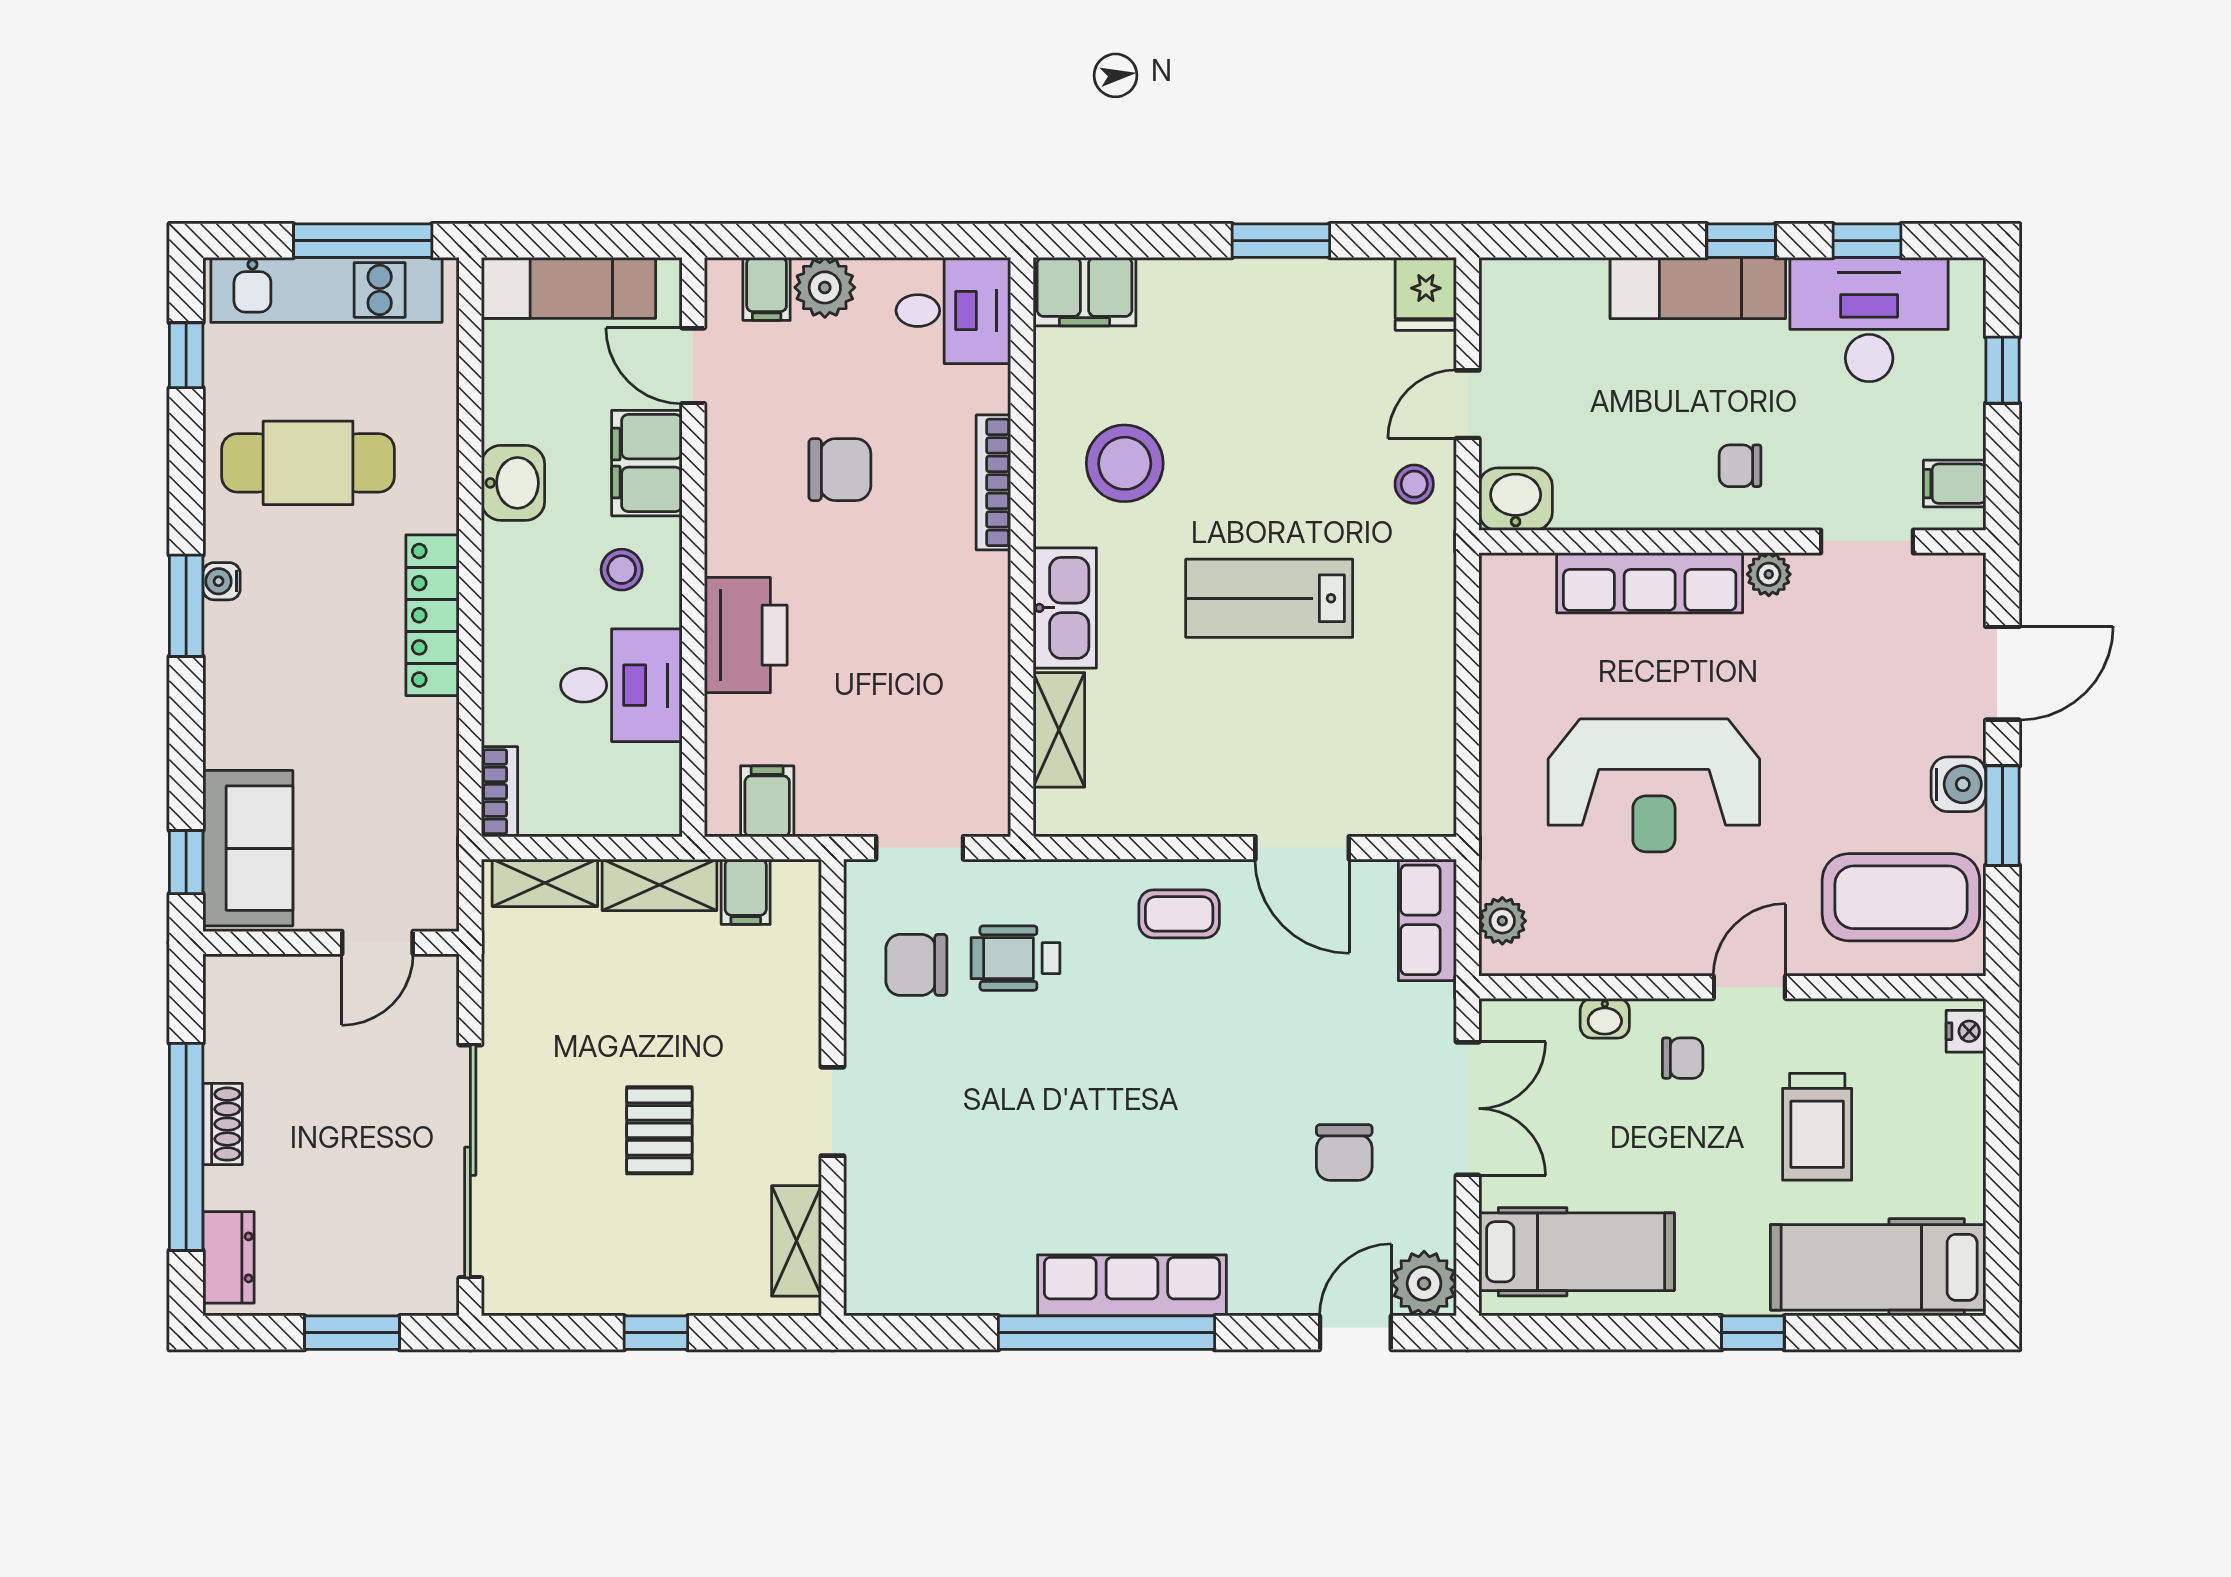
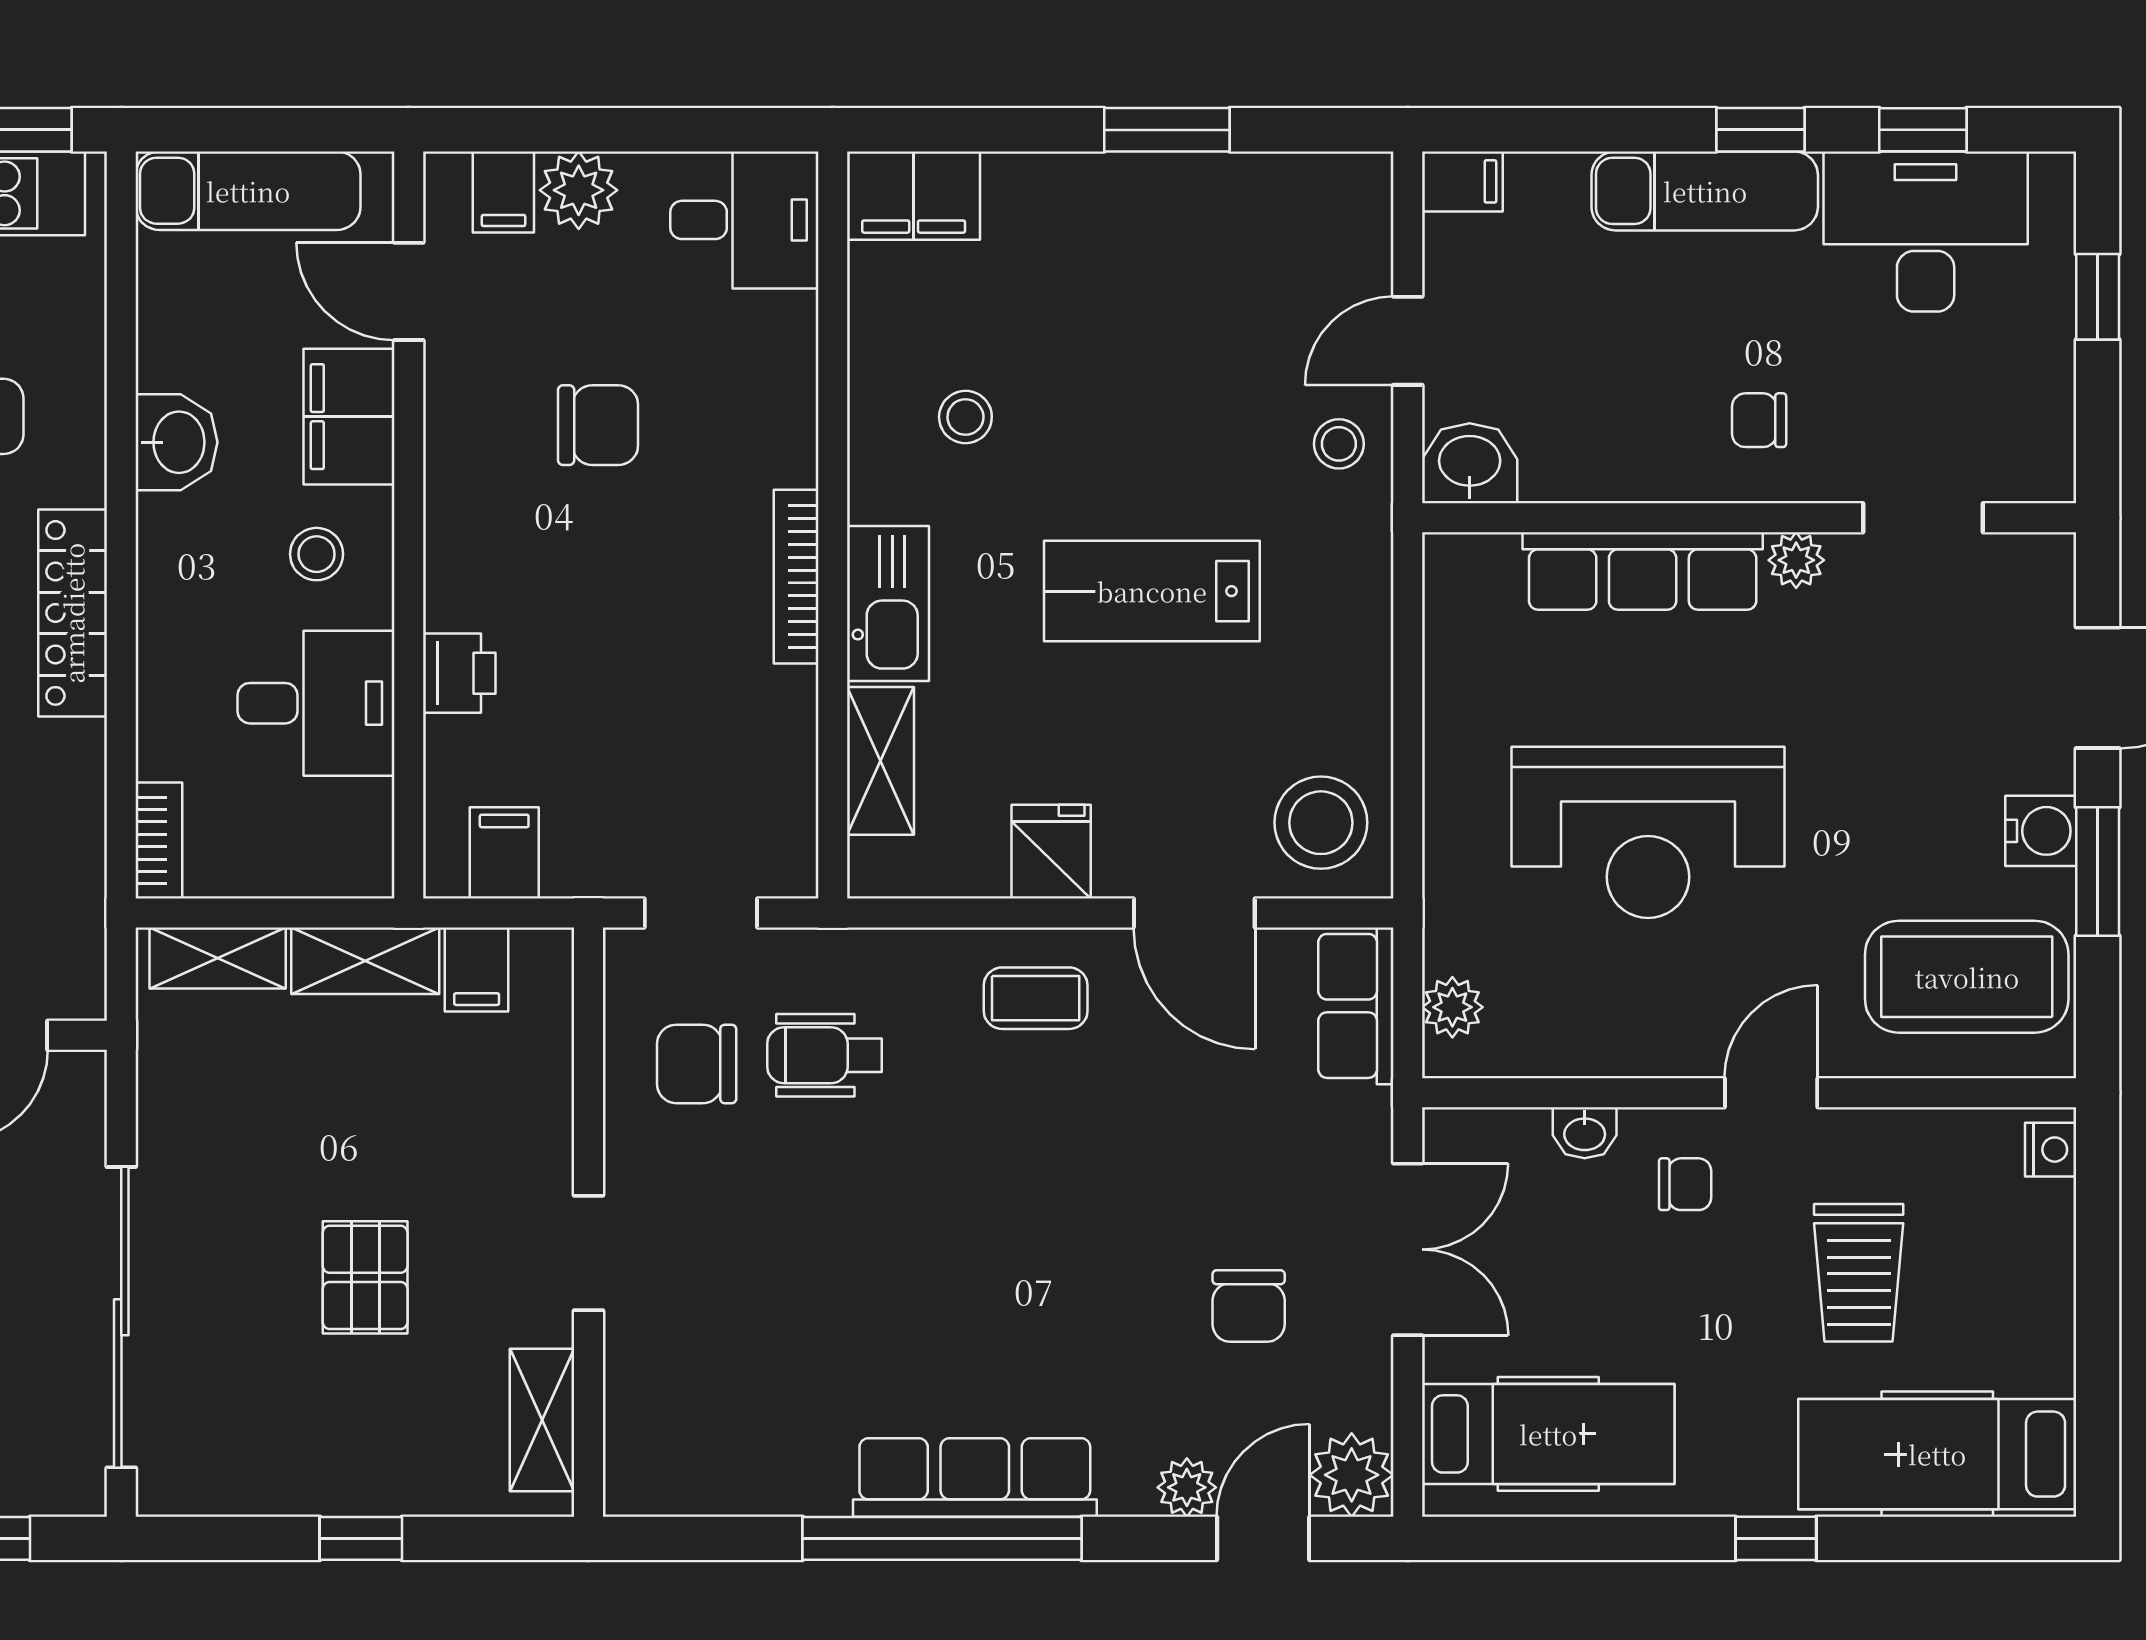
fridge: (1426, 294) -> (1051, 852), moved, turned 180
stool: (1125, 463) -> (965, 417), width x0.53, depth x0.53
bookcase: (993, 482) -> (796, 577), moved
filing cabinet: (1955, 484) -> (1462, 181), moved, turned 180
printer: (746, 635) -> (459, 673), width x0.53, depth x0.68
stool: (1400, 778) -> (1321, 823), added
plant: (1296, 1293) -> (1187, 1487), added

